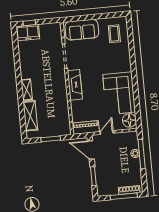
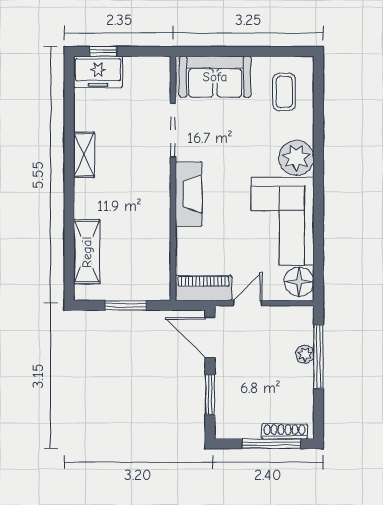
plant: (123, 64) -> (296, 158), added
shelving: (27, 90) -> (84, 155), moved

